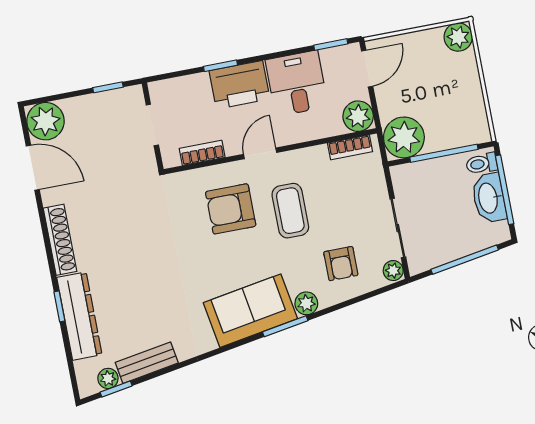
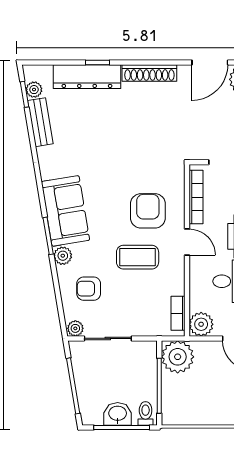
bookcase: (202, 153) -> (196, 197), width x1.56
washbasin: (489, 198) -> (118, 414), width x0.72

